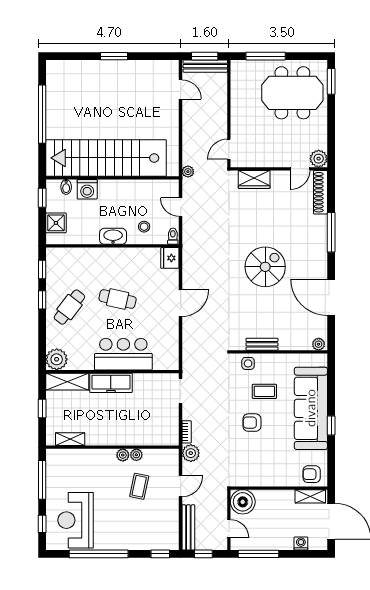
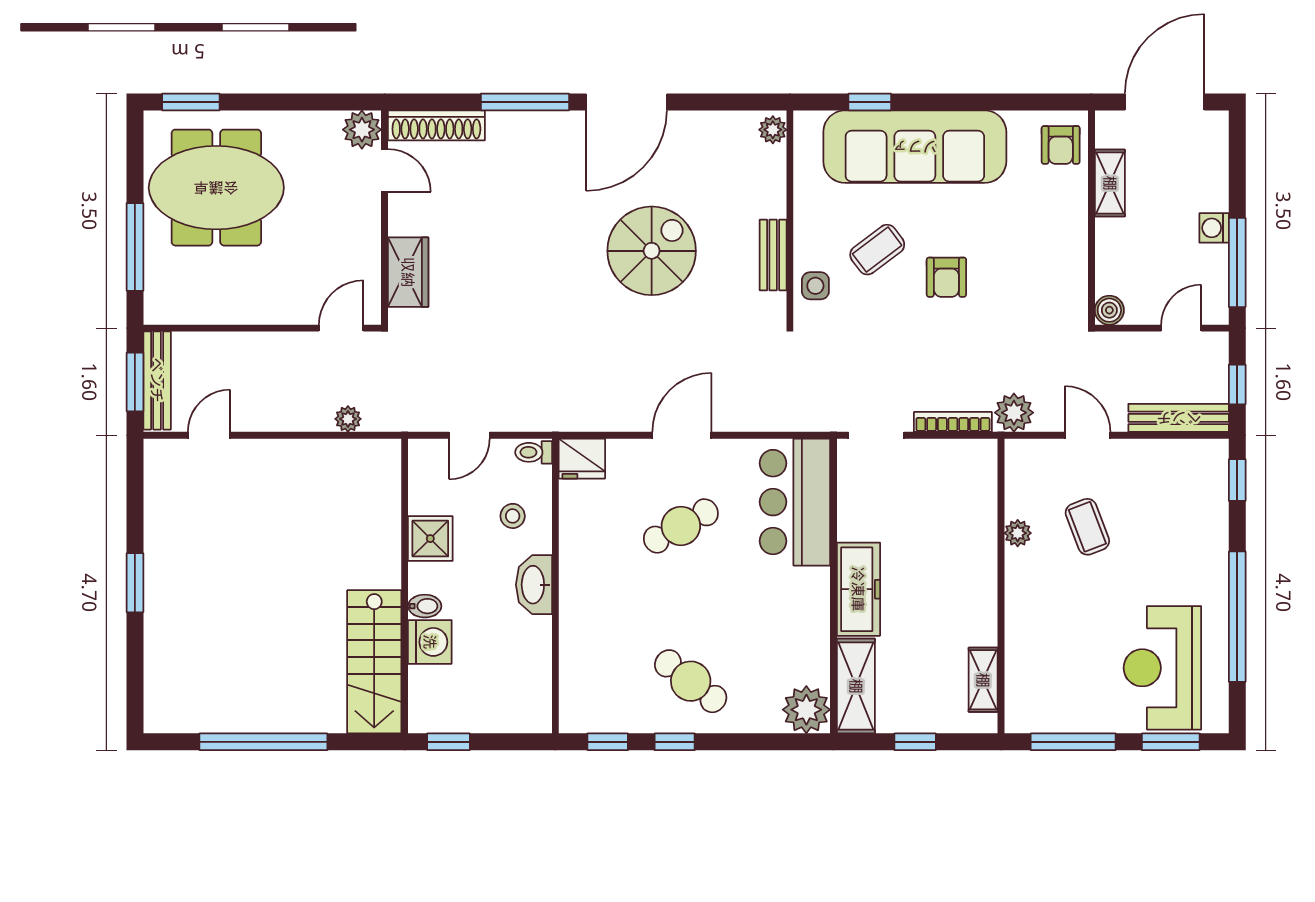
meeting table: (292, 93) -> (216, 188), turned 90
door: (229, 149) -> (341, 328), swing flipped
stairs: (106, 158) -> (374, 662), width x0.54, depth x0.66
plant: (188, 172) -> (348, 419), moved
bidet: (66, 187) -> (425, 606), moved
shower: (56, 223) -> (430, 539), moved
spiral stairs: (265, 267) -> (652, 251), moved, turned 90
door: (331, 297) -> (627, 102), moved
cafe table: (118, 299) -> (681, 526), moved, turned 48
door: (181, 303) -> (682, 435), hinge flipped
bar counter: (123, 354) -> (795, 502), moved
coffee table: (264, 391) -> (877, 250), turned 53
window: (331, 426) -> (870, 102), moved
bookcase: (187, 432) -> (953, 422), width x1.56
plant: (123, 455) -> (1018, 563), removed
coffee table: (139, 486) -> (1087, 527), turned 57
shelving: (310, 496) -> (1110, 183), moved
boiler: (243, 502) -> (1109, 310), width x0.54, depth x0.54
reception desk: (75, 520) -> (1162, 668), turned 90
window: (42, 524) -> (1171, 742), width x1.50
washing machine: (301, 543) -> (1214, 228), moved

